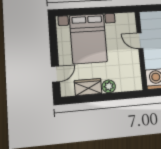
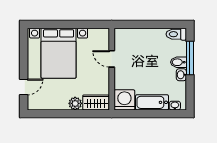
wardrobe: (88, 87) -> (96, 102), moved

